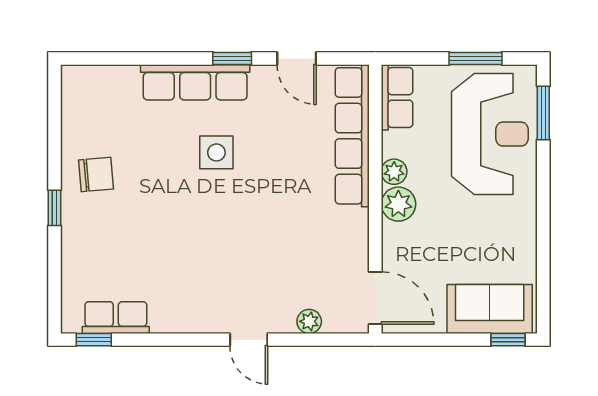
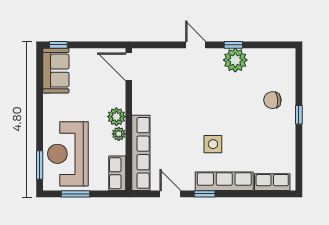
chair: (96, 174) -> (272, 100), moved
sofa: (490, 309) -> (56, 71), moved, turned -90
row of seats: (116, 318) -> (272, 182), moved, turned 180
plant: (309, 321) -> (235, 60), moved, width x1.87, depth x1.87
window: (94, 340) -> (233, 45), moved

